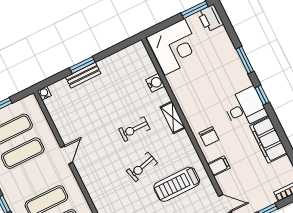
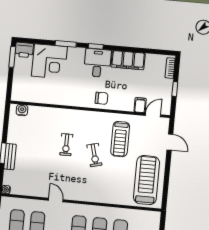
corner desk: (175, 47) -> (49, 61), moved, turned 90
water cooler: (155, 83) -> (22, 110), moved
shelving: (173, 117) -> (74, 115), removed
filing cabinet: (219, 166) -> (140, 105), moved

